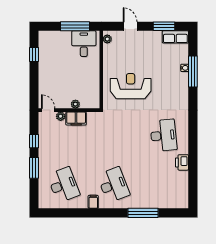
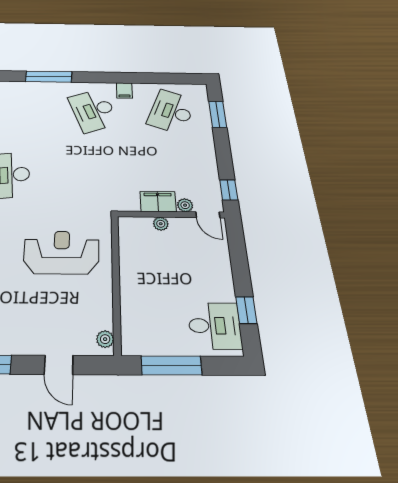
desk: (84, 44) -> (215, 326), moved, turned -90
reception desk: (131, 86) -> (62, 252), turned 180
window: (34, 141) -> (229, 190), moved
window: (34, 168) -> (218, 114), moved
desk: (64, 185) -> (171, 111), turned 42

